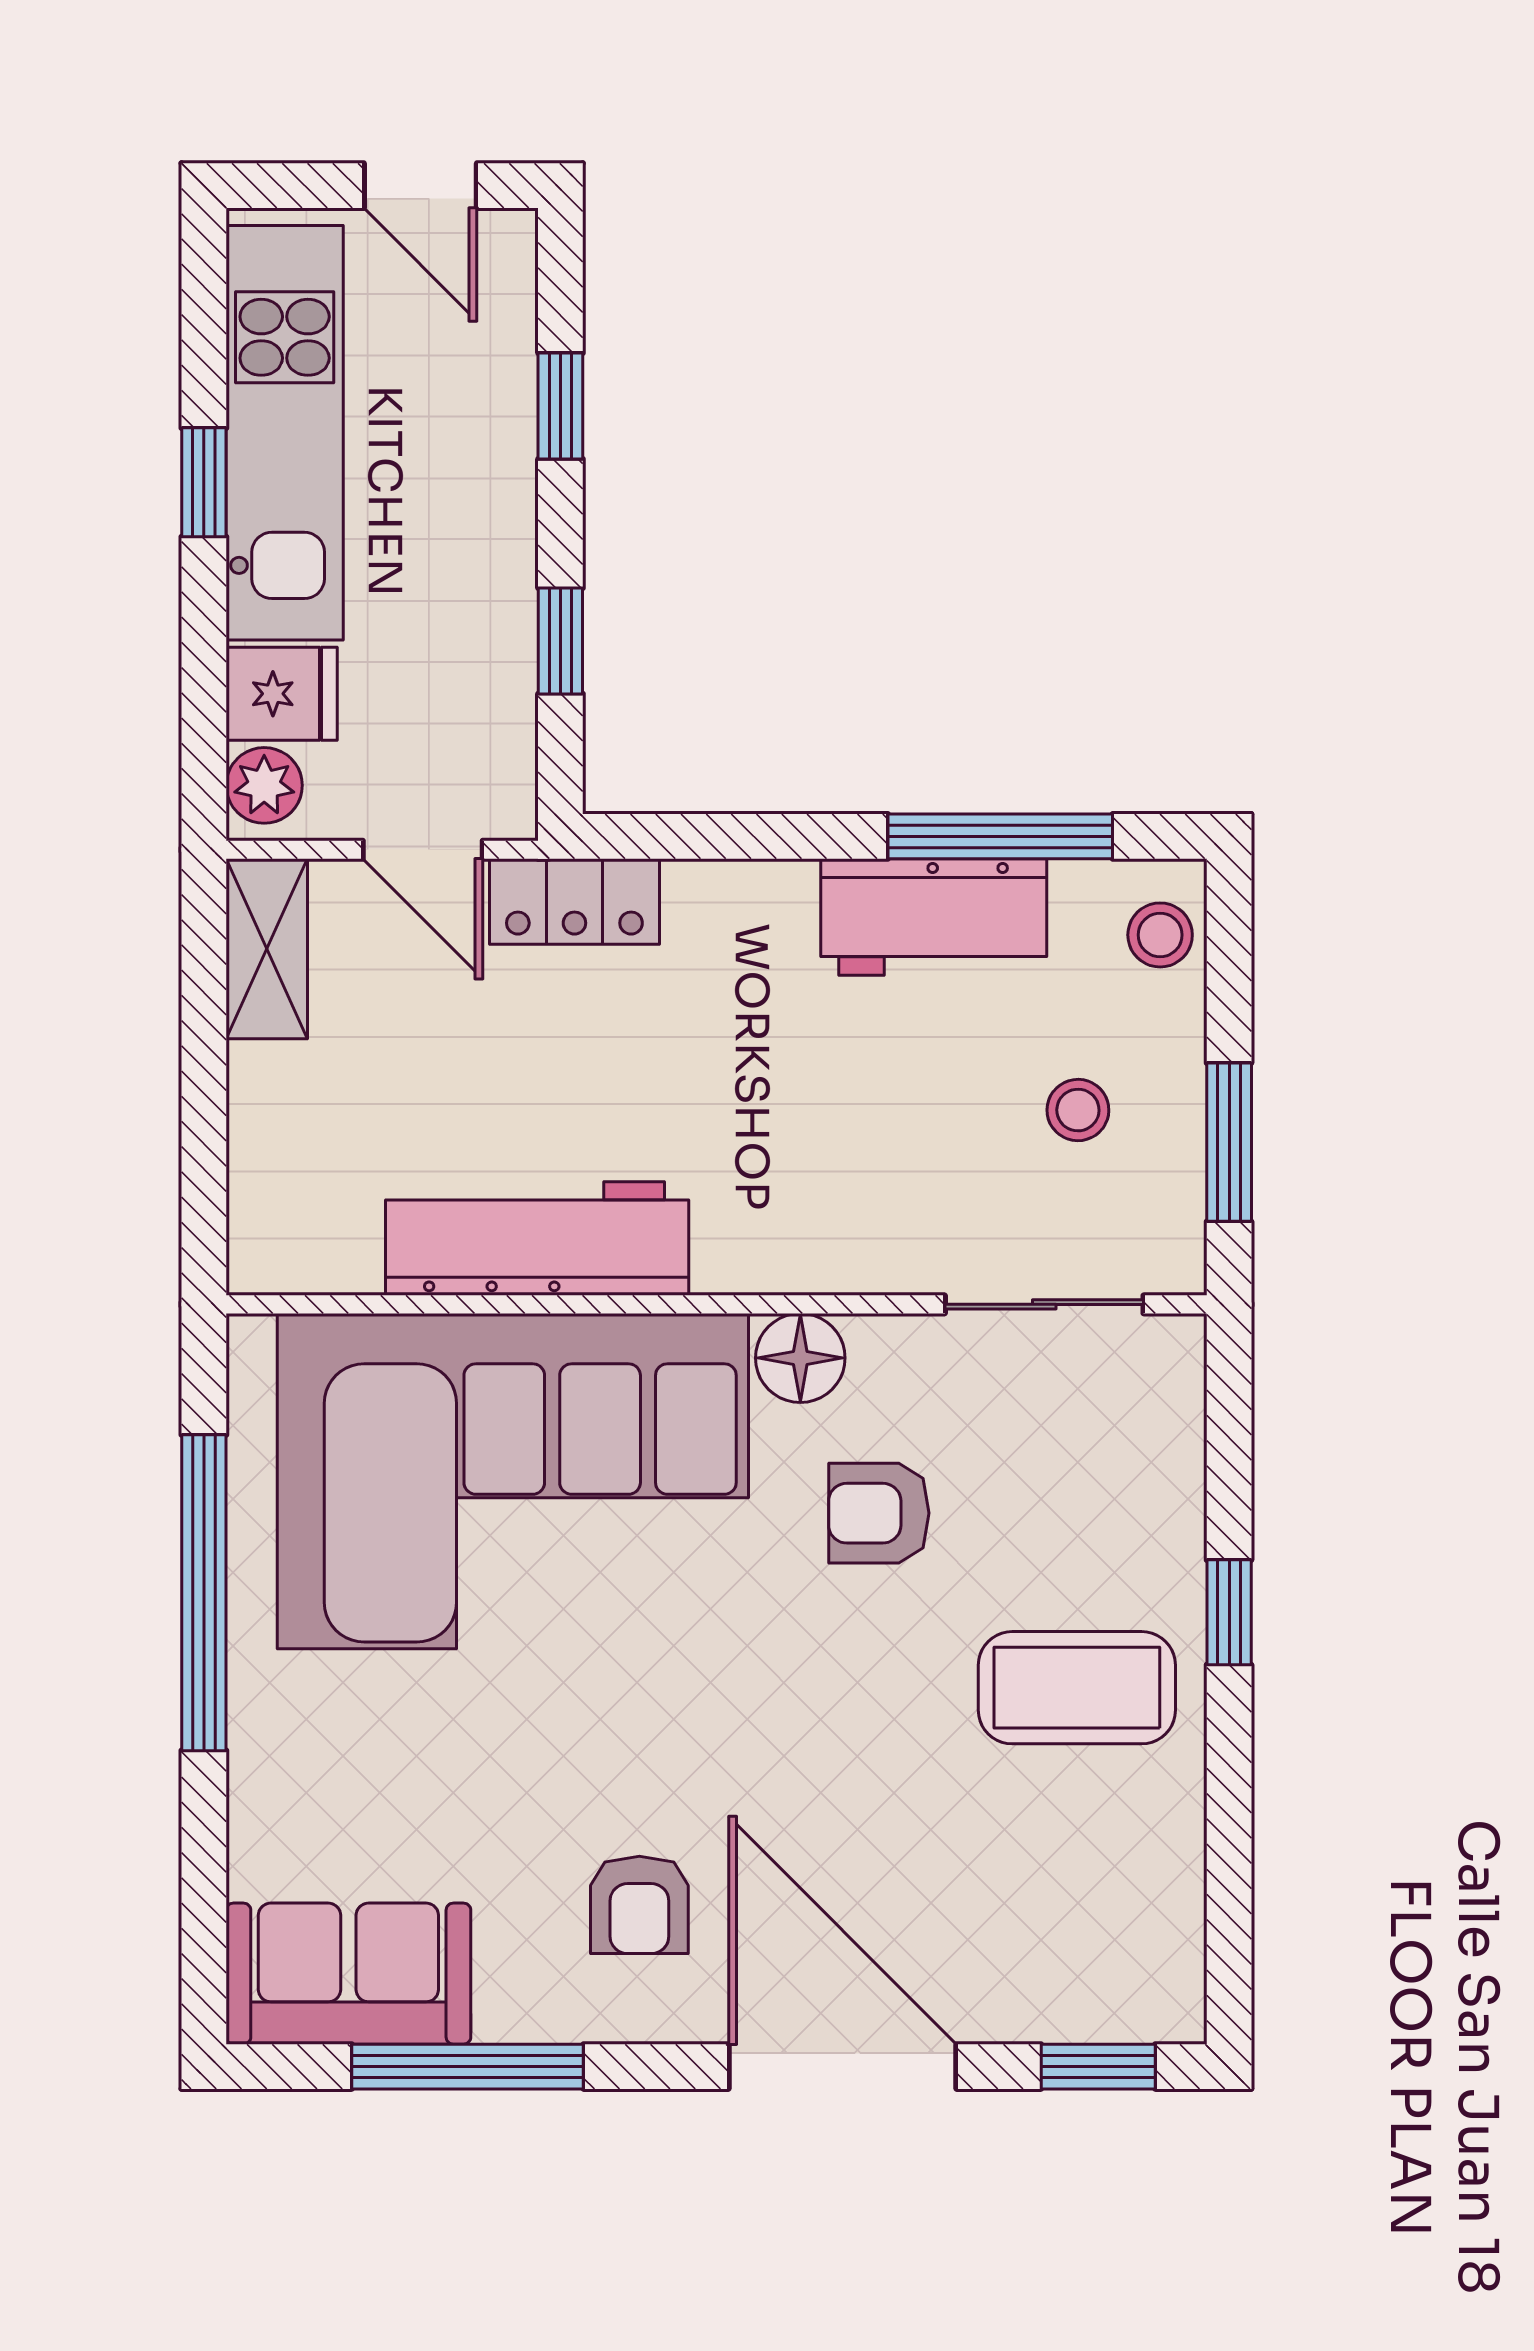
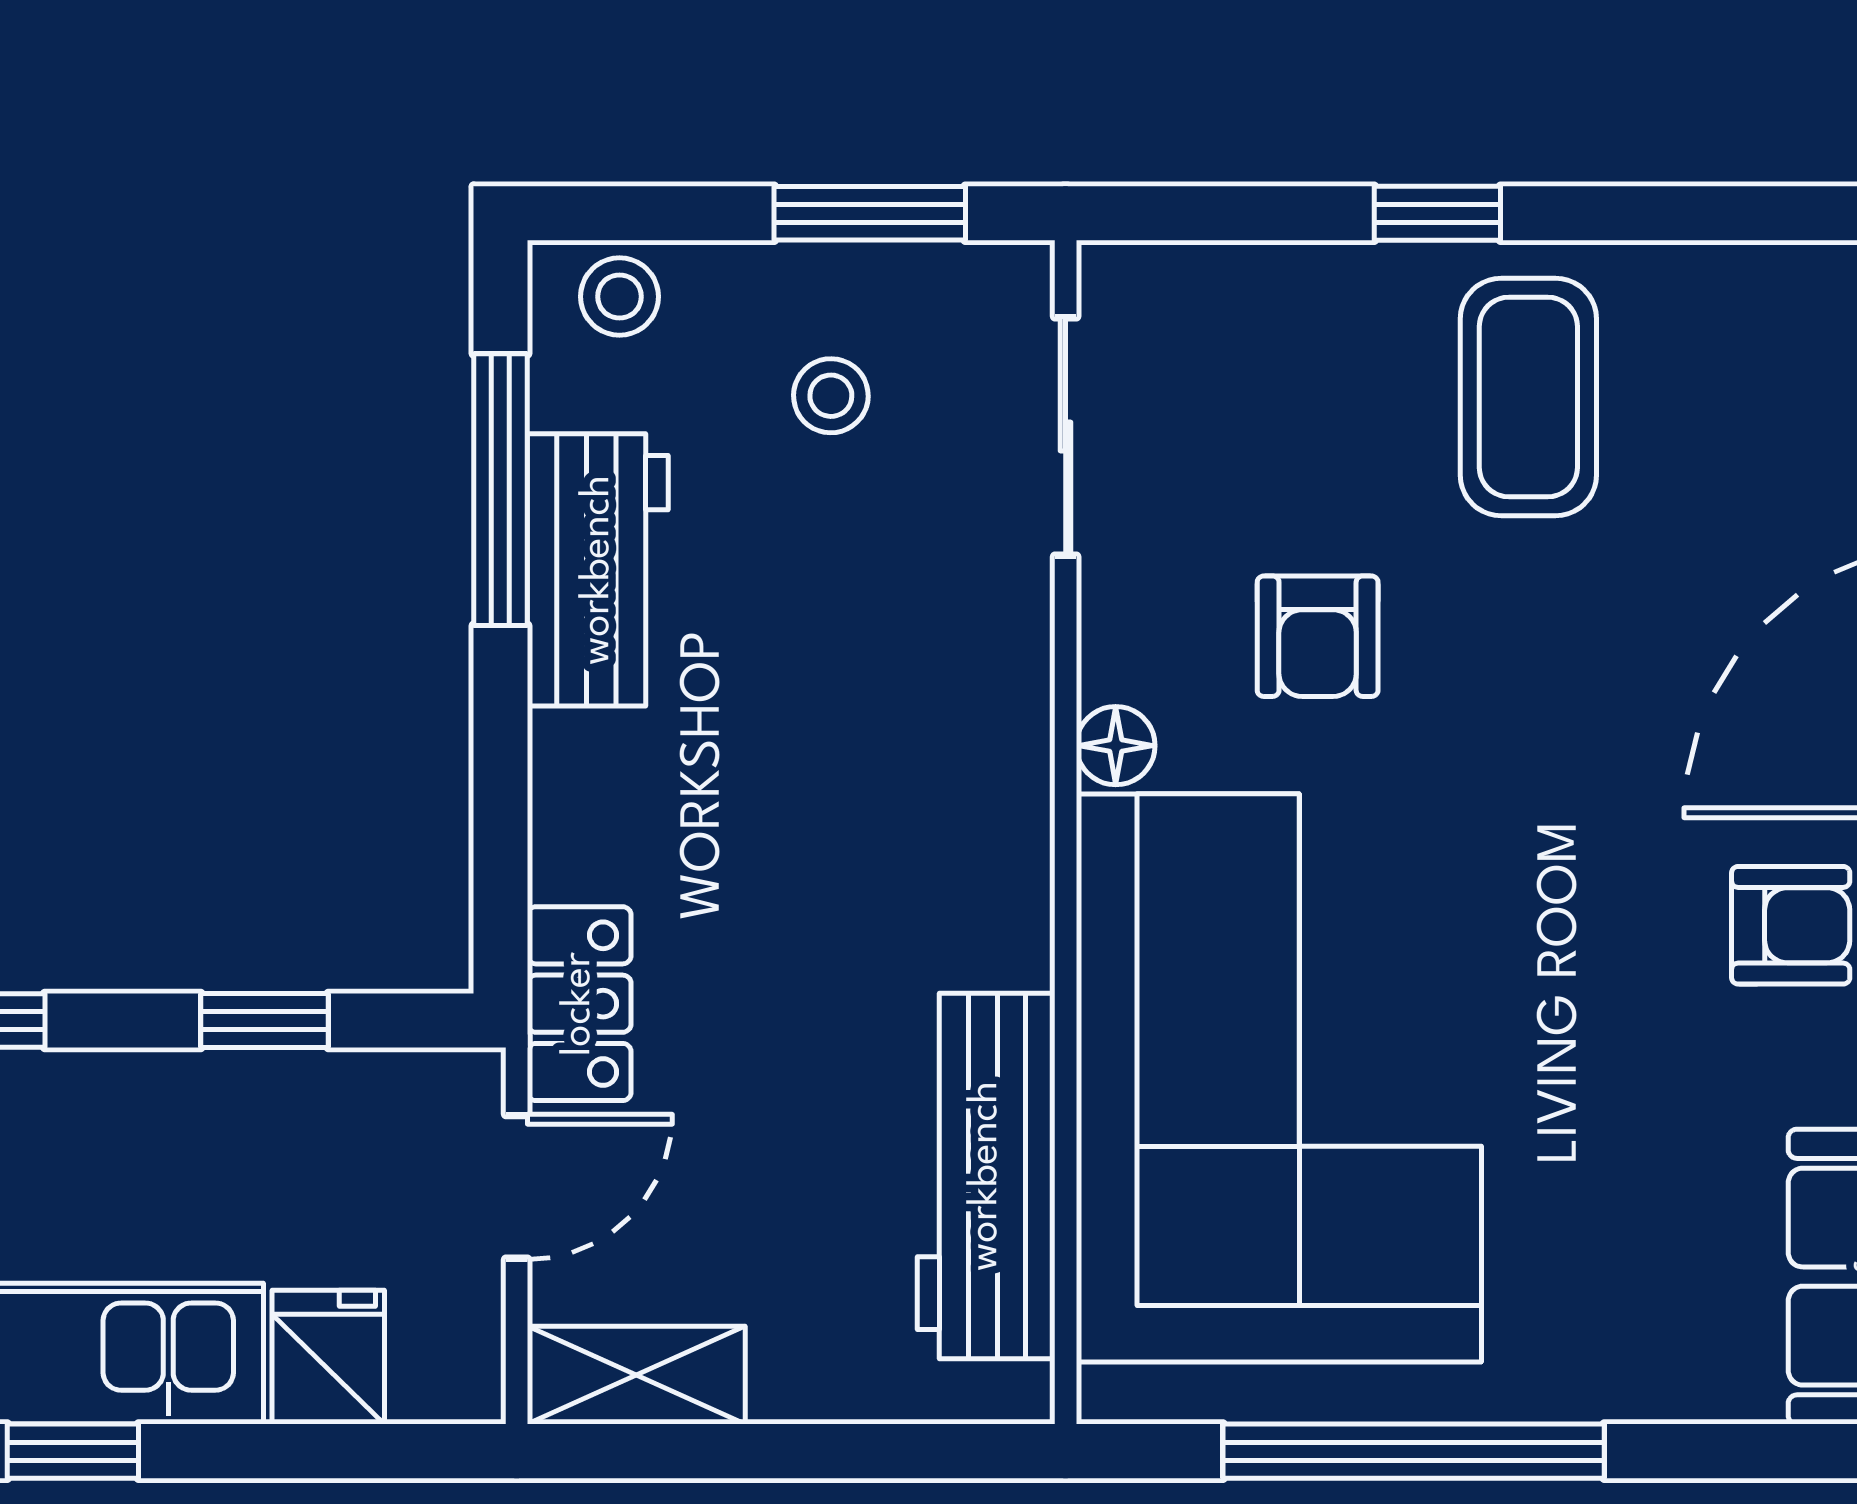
plant: (264, 785) -> (439, 1378), removed
workbench: (537, 1239) -> (986, 1176), moved
floor lamp: (800, 1358) -> (1116, 746), width x0.73, depth x0.73

